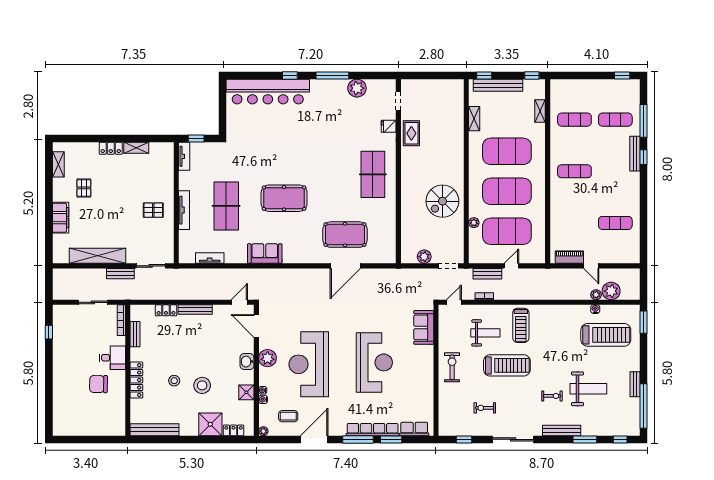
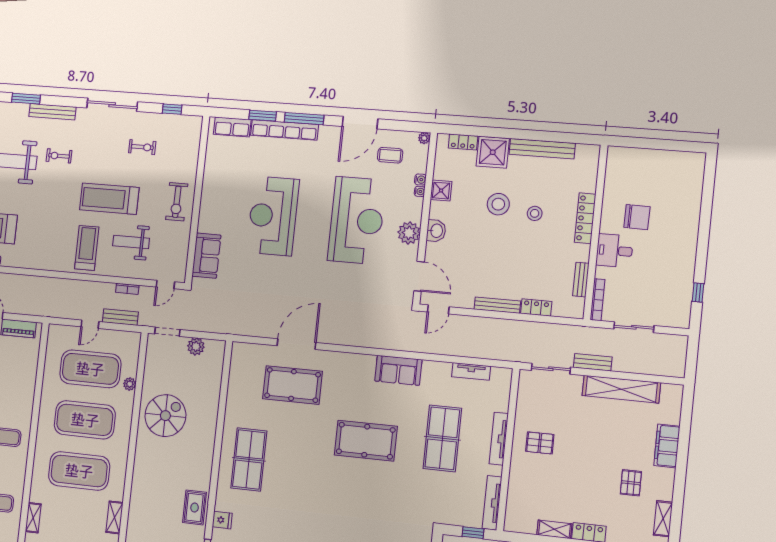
tv unit: (184, 156) -> (492, 503), width x1.41
bench: (155, 430) -> (542, 149), moved

